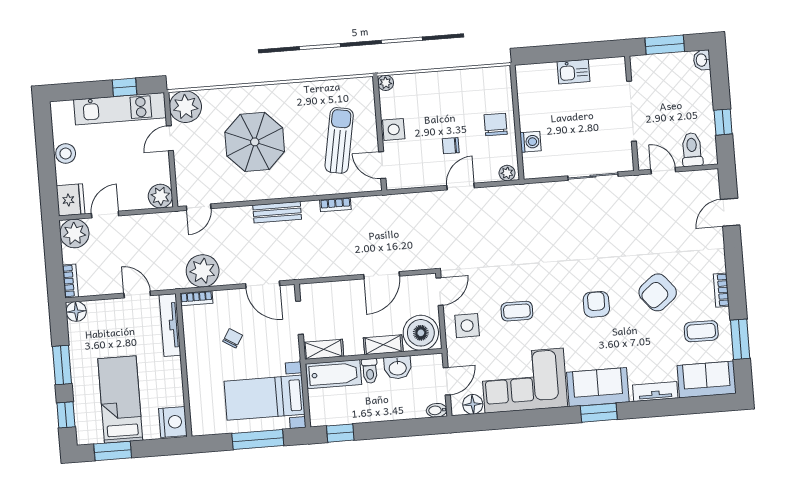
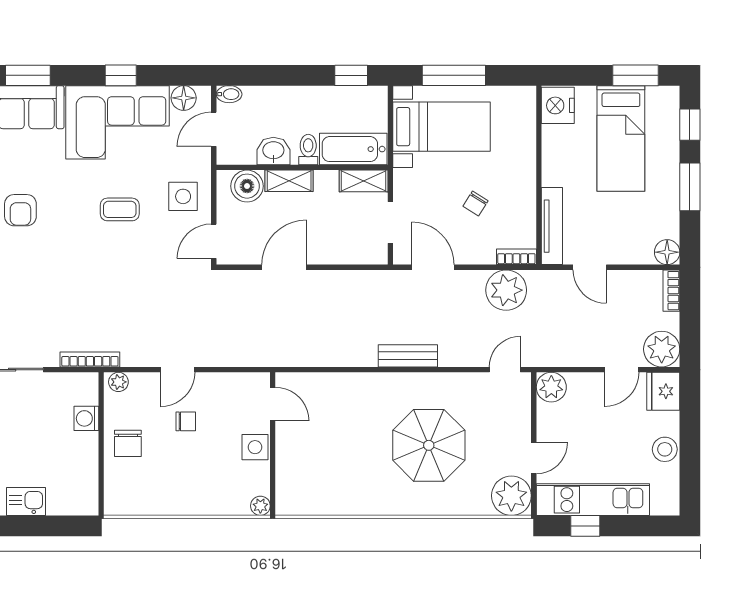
sun lounger: (339, 140) -> (324, 439), removed
bookcase: (335, 205) -> (90, 359), moved, width x1.56
boiler: (421, 333) -> (247, 186), width x0.73, depth x0.73
window: (524, 419) -> (121, 75), added

